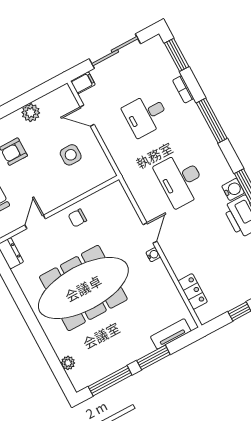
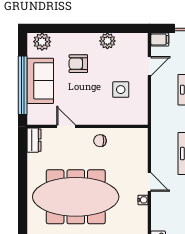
door: (87, 116) -> (149, 66), swing flipped
door: (35, 222) -> (66, 126), hinge flipped
door: (150, 233) -> (149, 182), hinge flipped

